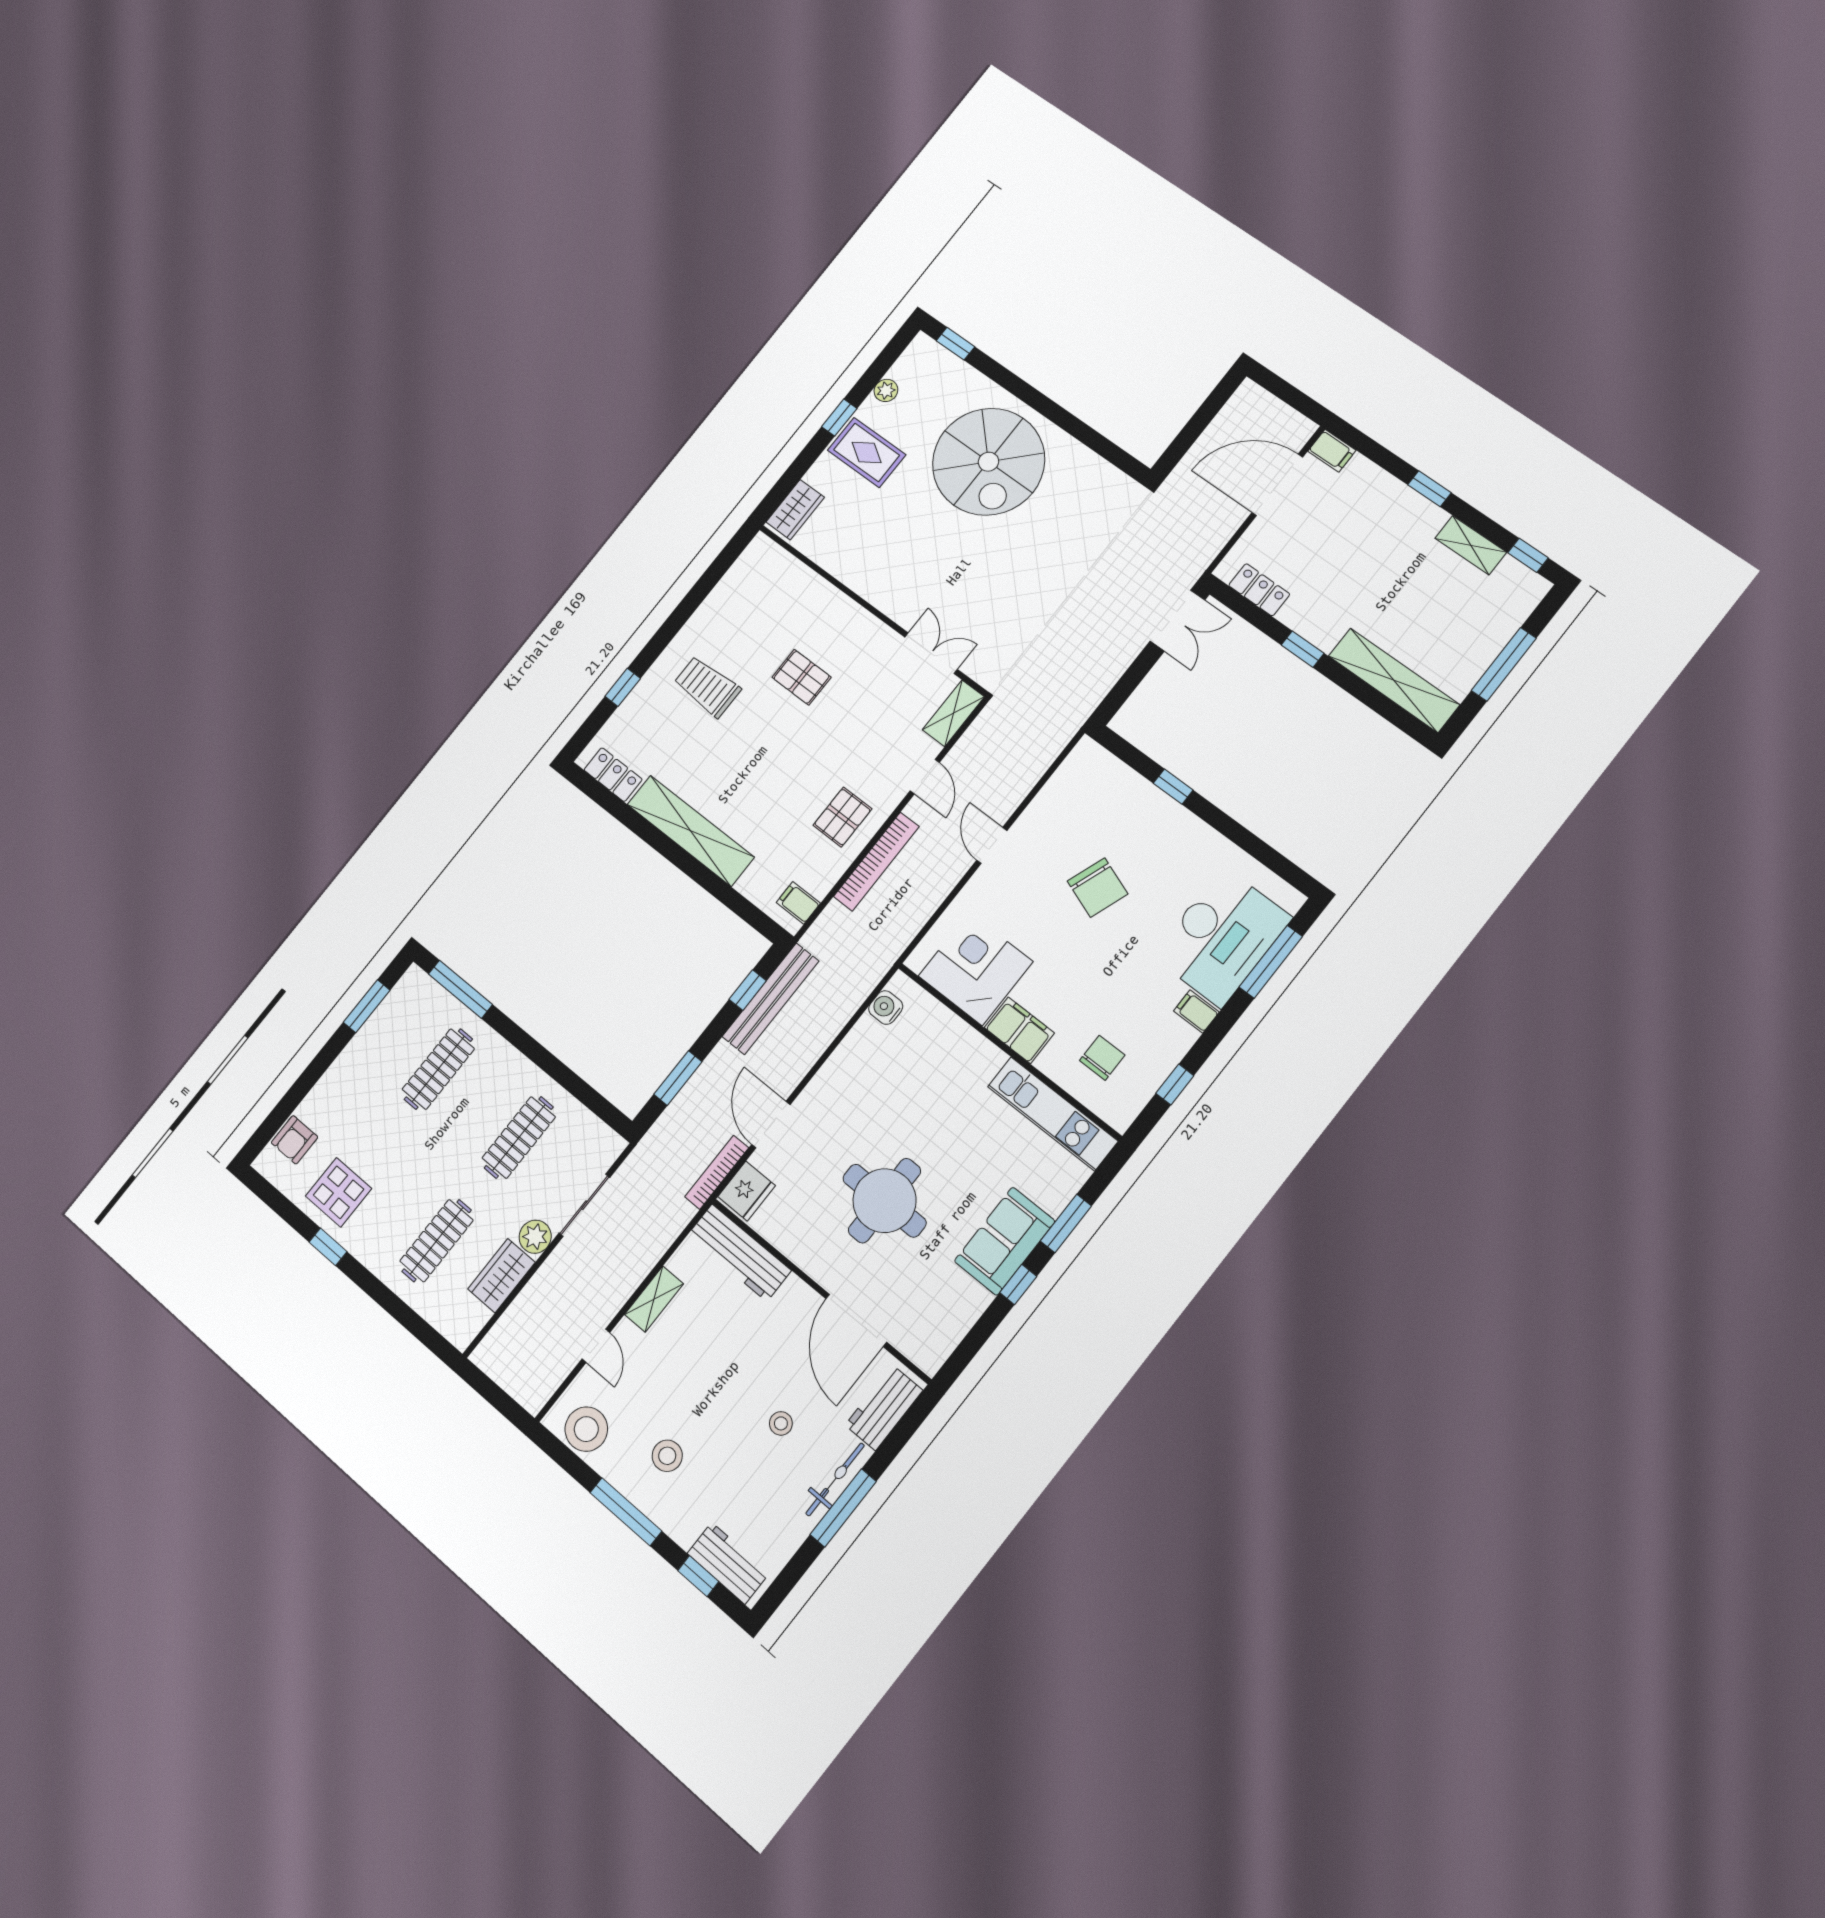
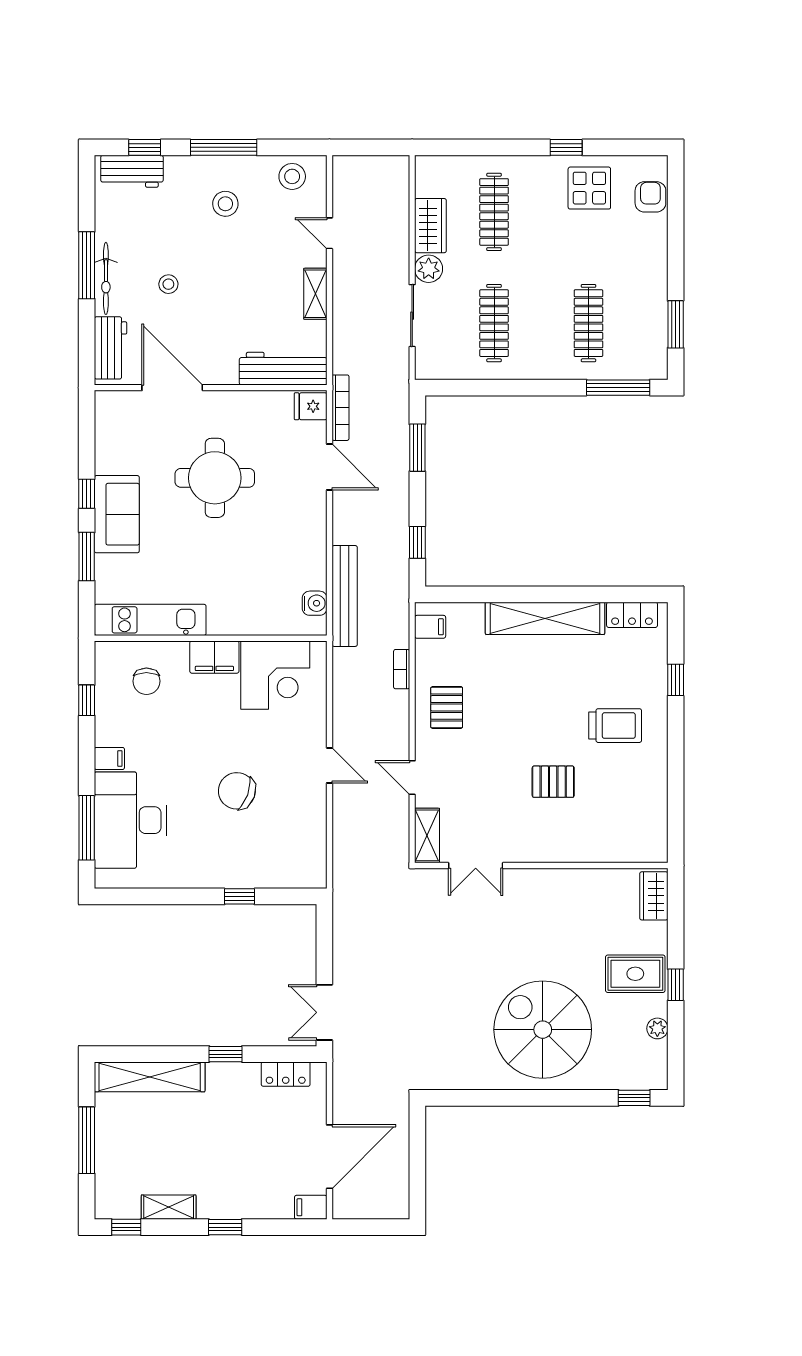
bookcase: (876, 862) -> (402, 669), width x0.43, depth x0.76
bench: (771, 999) -> (345, 596), moved
fridge: (747, 1191) -> (311, 406), width x0.72
stool: (586, 1429) -> (292, 176), width x0.73, depth x0.73

